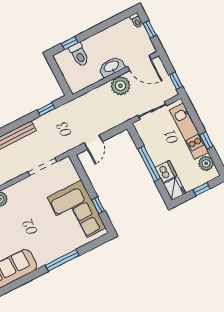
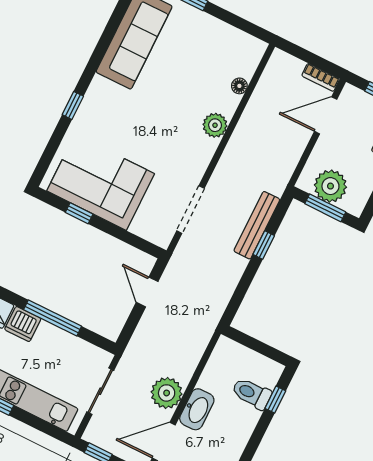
window: (46, 109) -> (264, 245), moved
window: (62, 260) -> (73, 105), width x0.46

